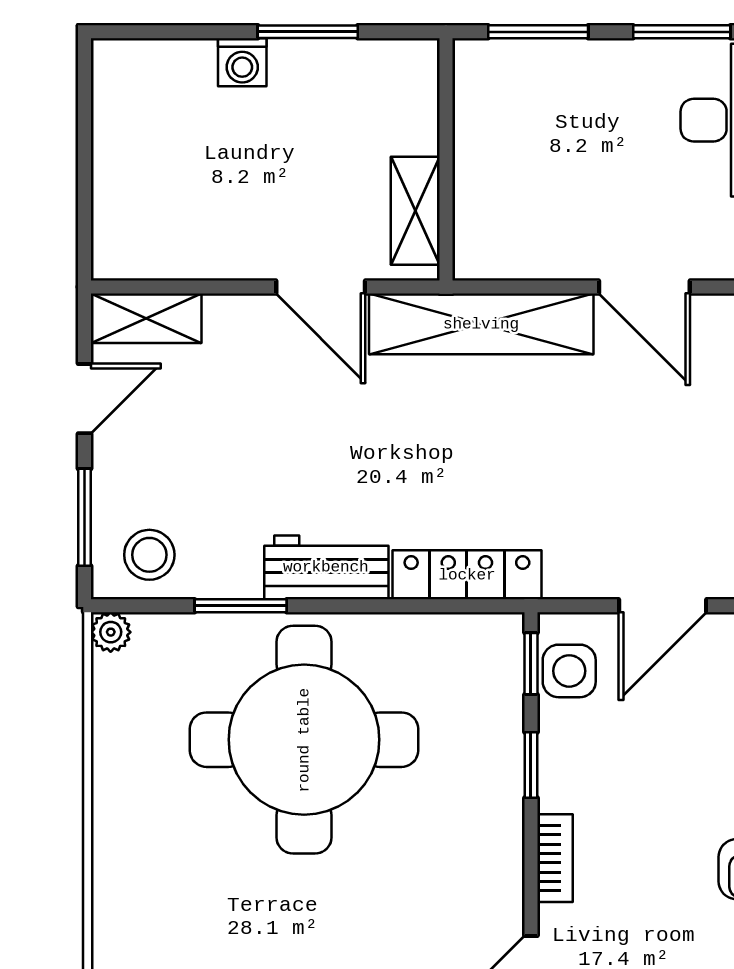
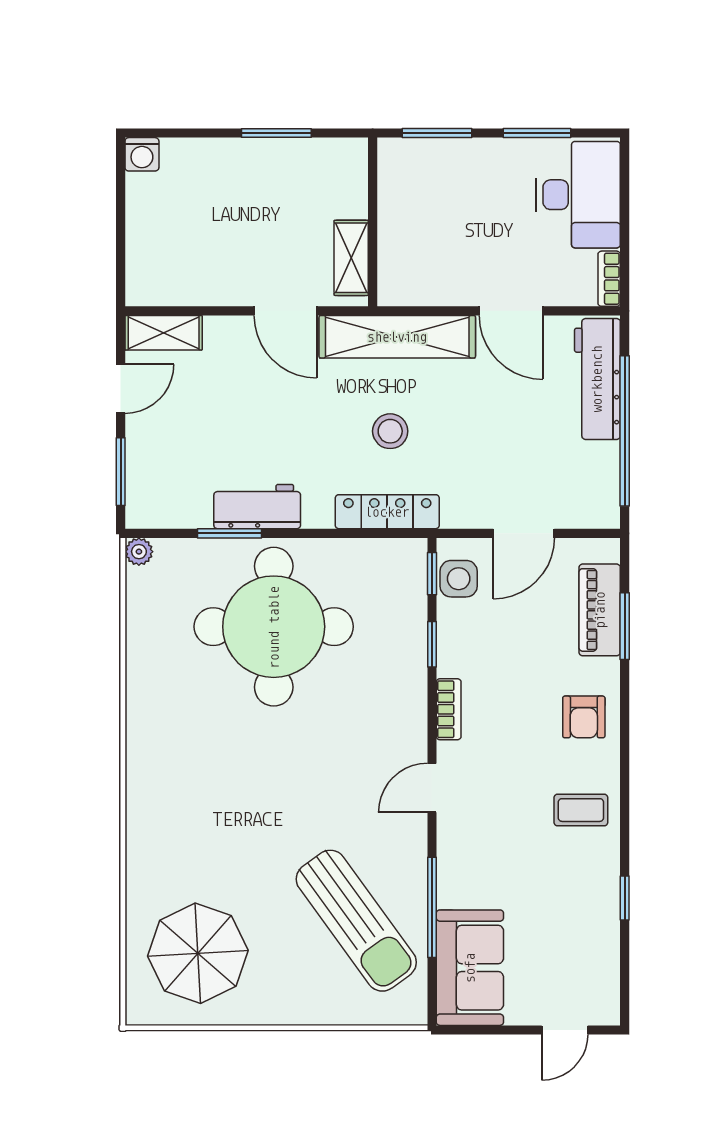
washing machine: (242, 62) -> (142, 154), moved
stool: (149, 555) -> (390, 431), moved
workbench: (326, 567) -> (257, 507), moved

